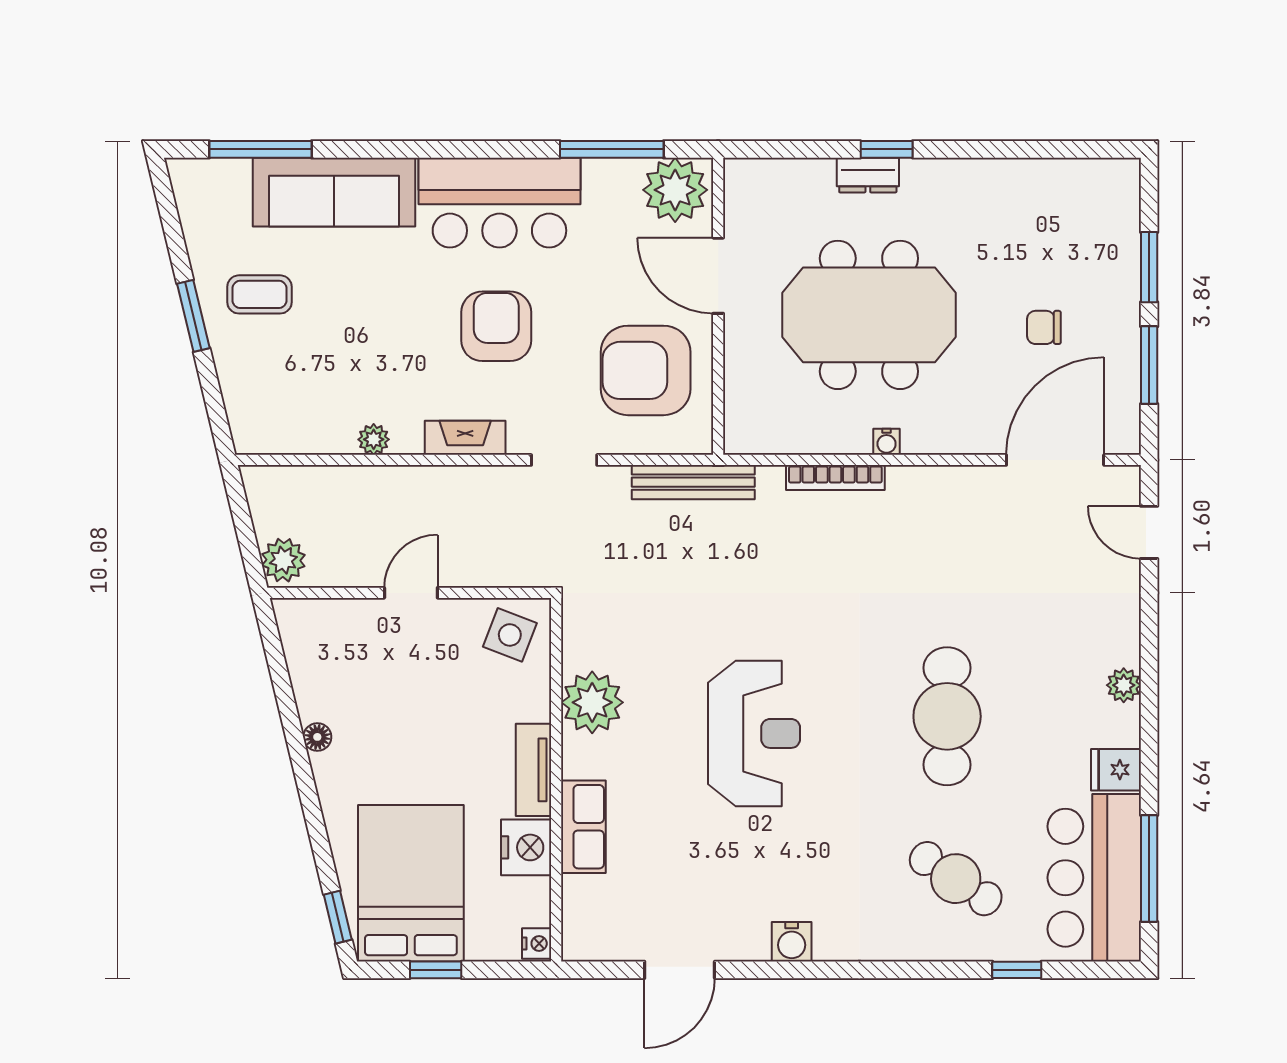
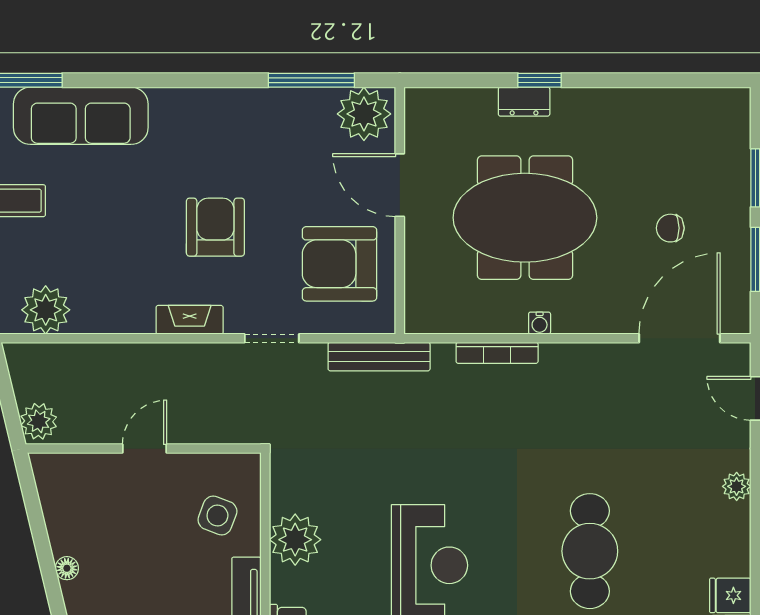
bar counter: (499, 203) -> (218, 124), removed
plant: (374, 439) -> (46, 310), moved, width x1.88, depth x1.88
side table: (510, 635) -> (217, 515), moved
plant: (1124, 685) -> (737, 486), moved

